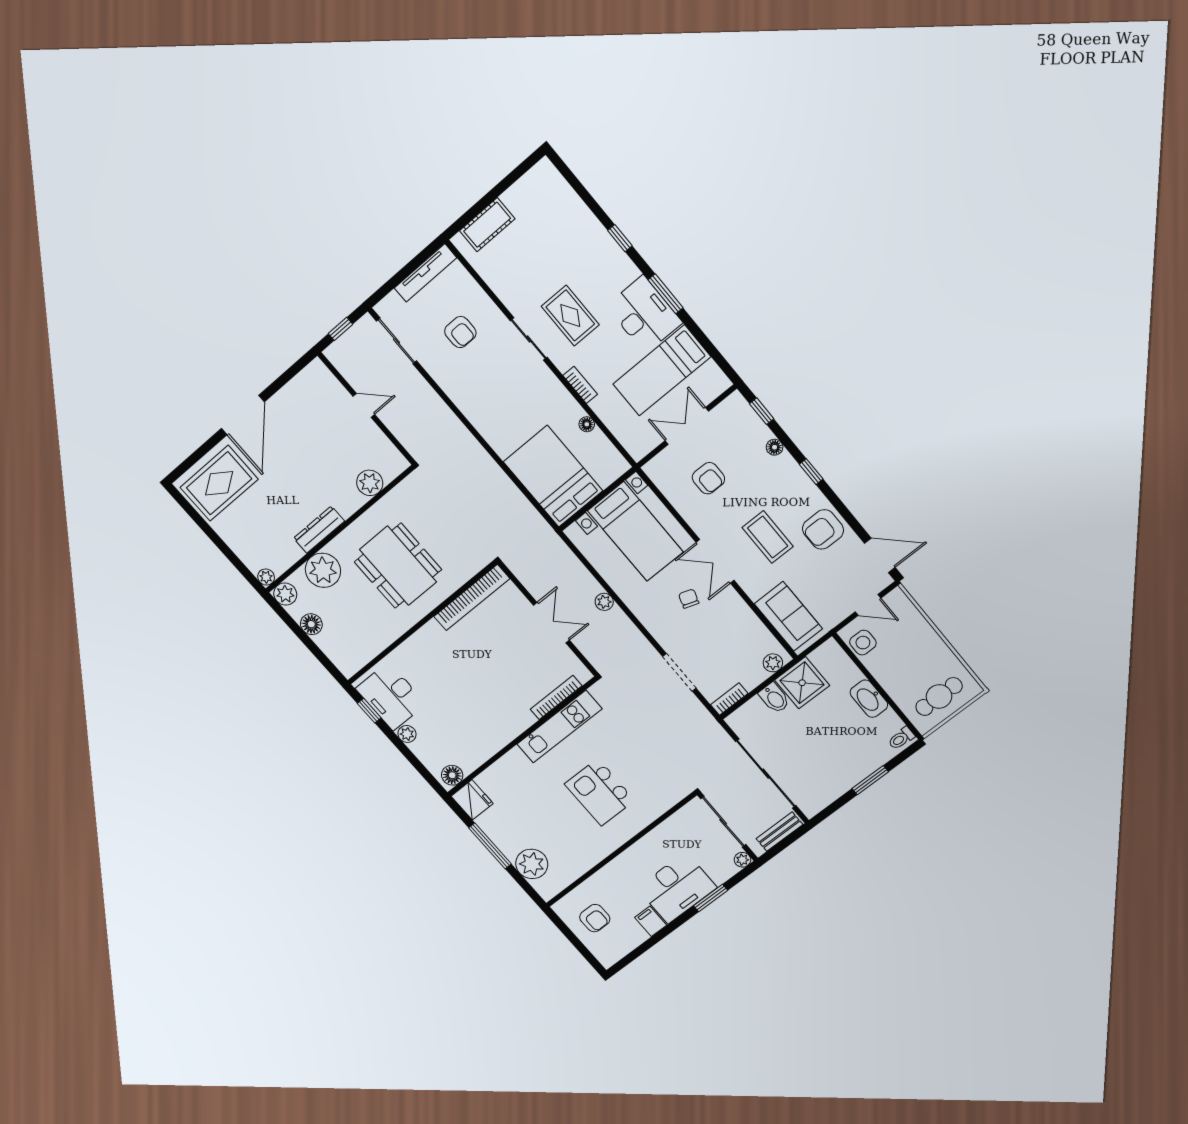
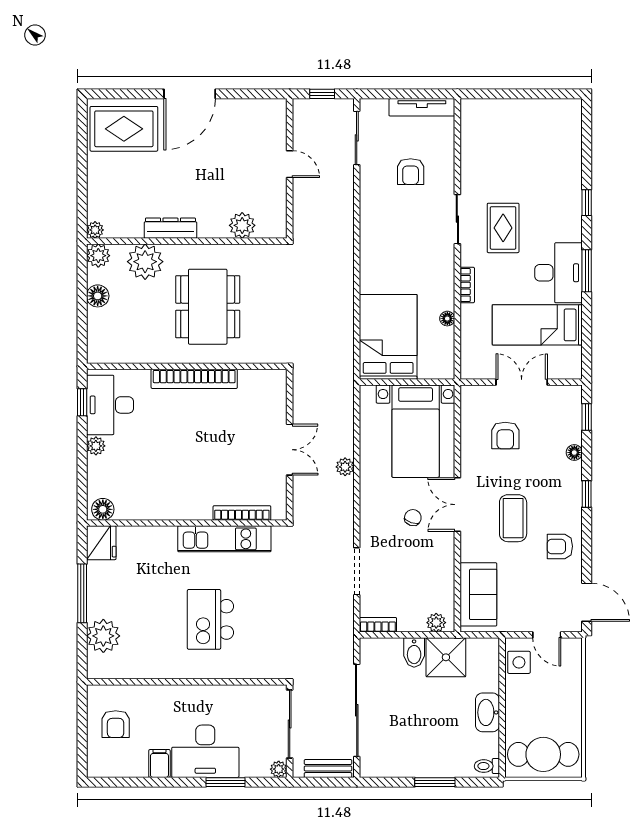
cot: (487, 225) -> (497, 112), removed
armchair: (823, 529) -> (560, 546), width x0.72, depth x0.72
bookcase: (472, 598) -> (194, 379), moved
cafe table: (939, 696) -> (543, 754), width x1.37, depth x1.35

